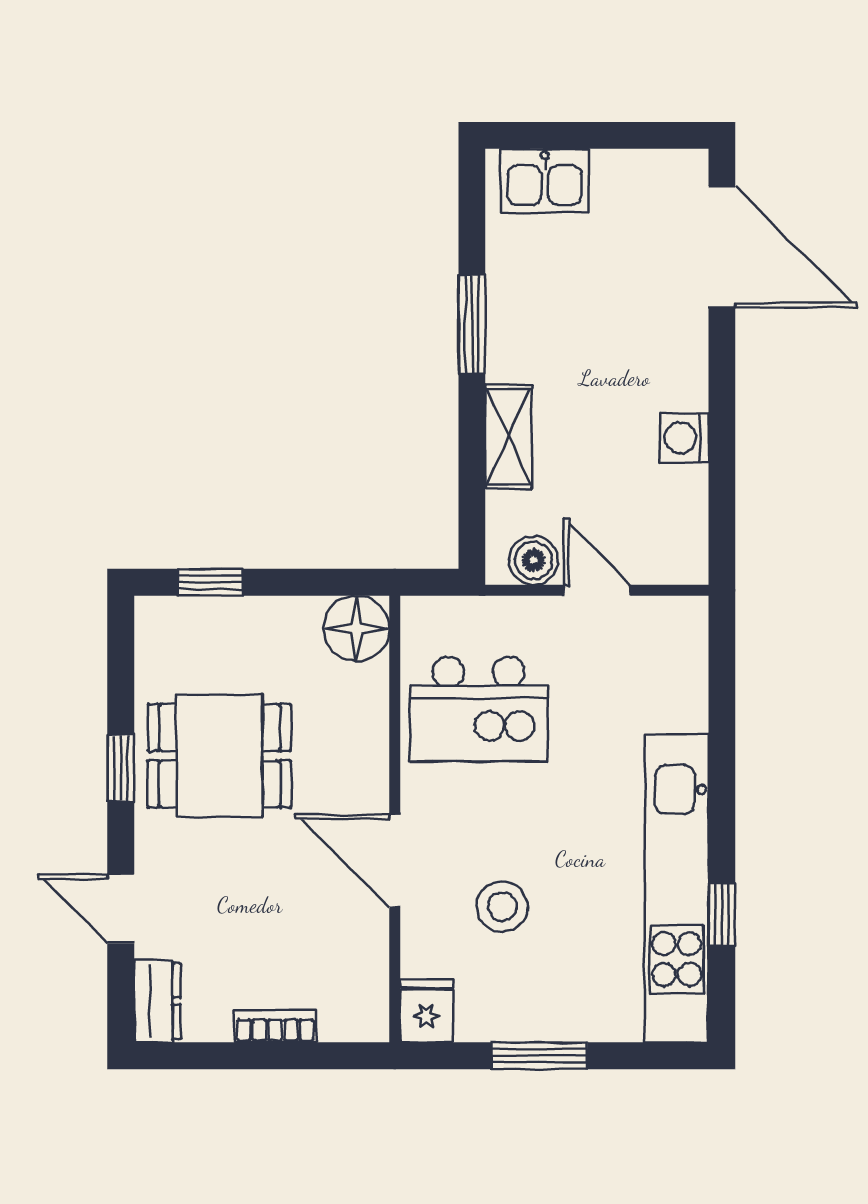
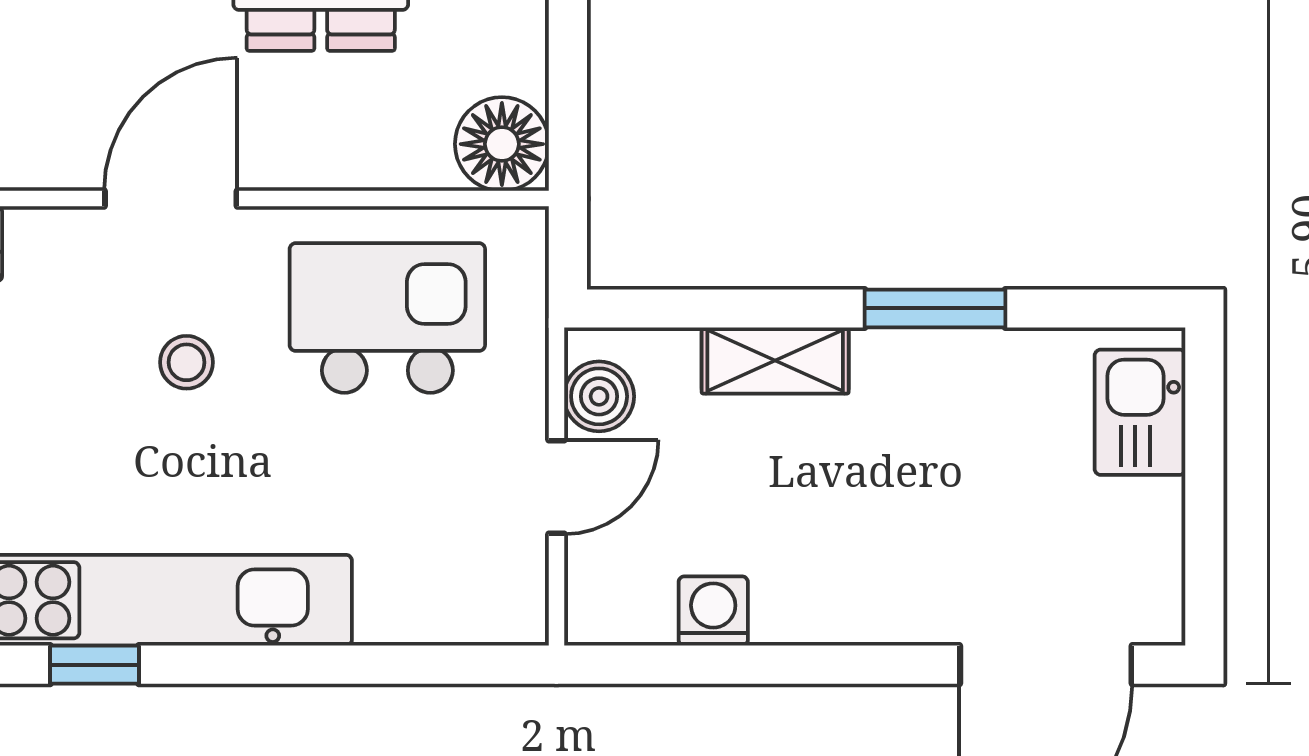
washing machine: (684, 438) -> (713, 611), moved
kitchen island: (479, 709) -> (387, 318), turned 90
stool: (502, 907) -> (187, 362), moved, width x0.73, depth x0.73

